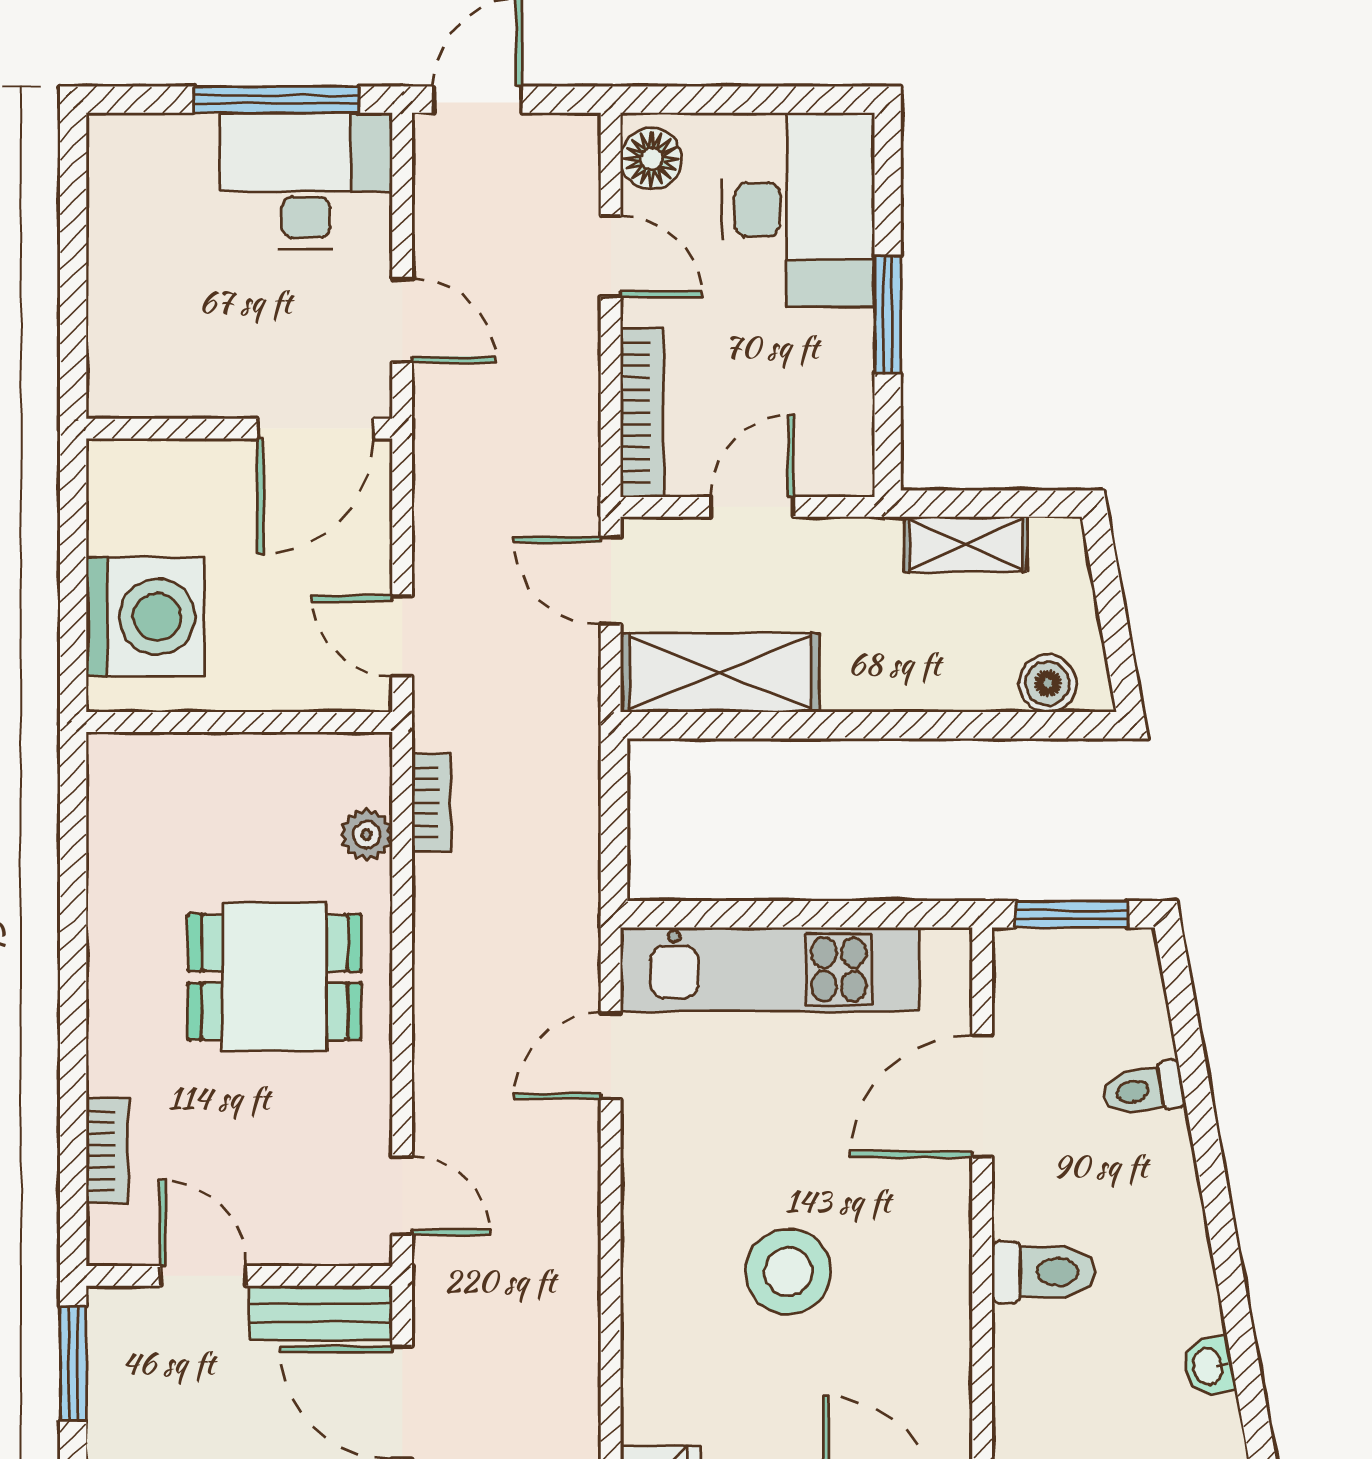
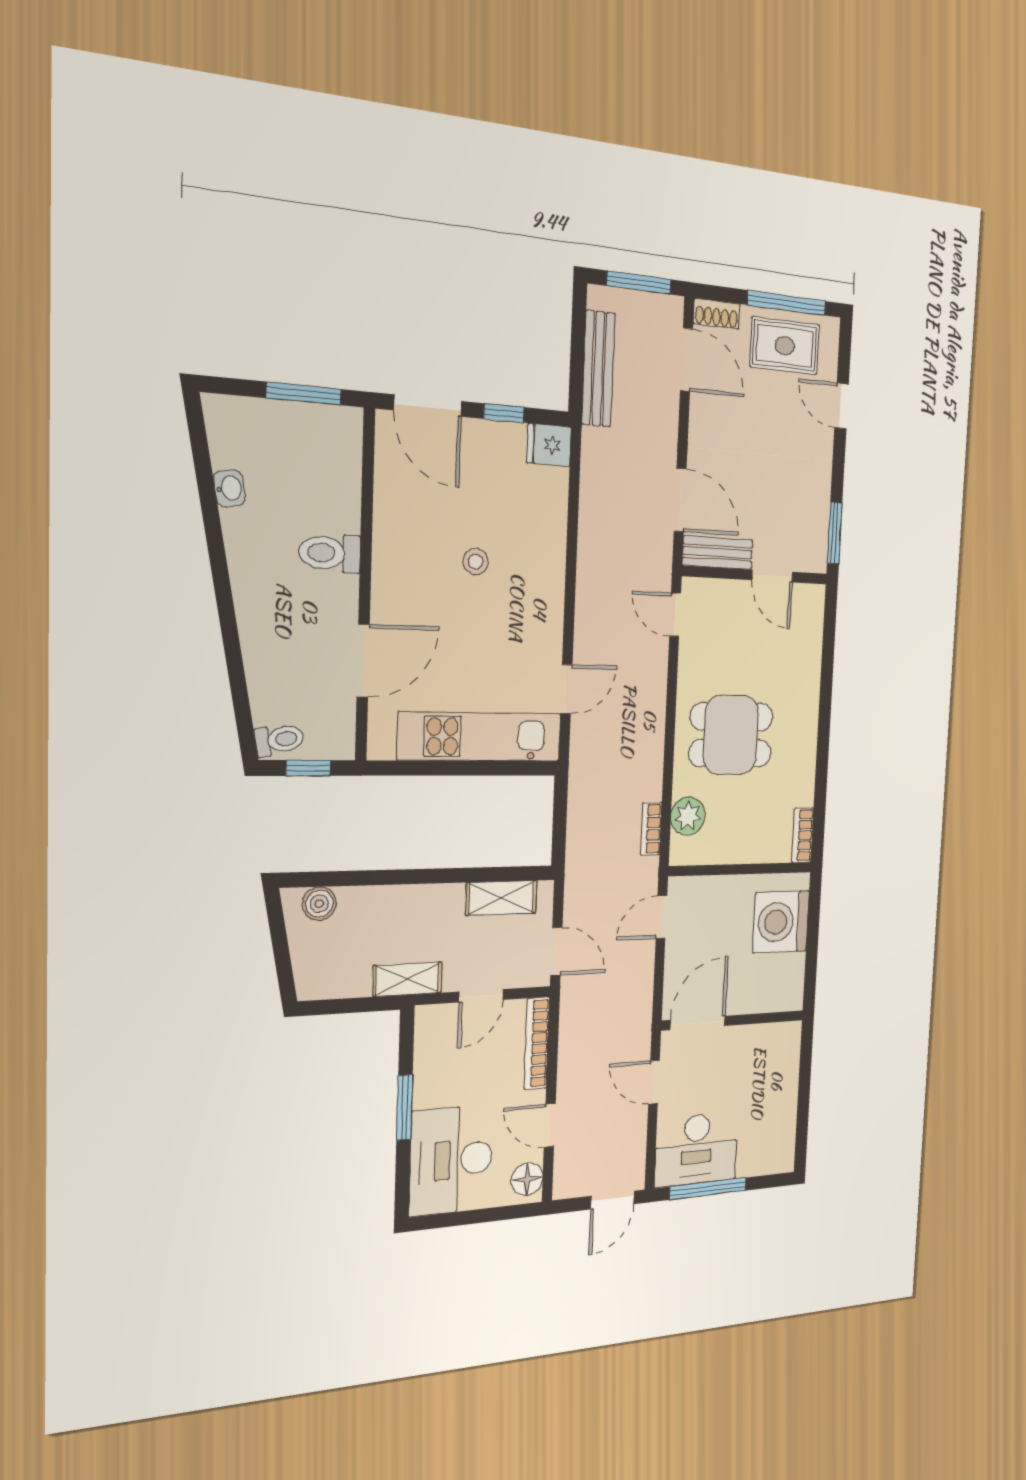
shelving: (966, 544) -> (407, 979), moved
door: (402, 636) -> (661, 917), swing flipped
shelving: (720, 673) -> (501, 898), width x0.67, depth x0.75
plant: (367, 834) -> (688, 816), width x1.38, depth x1.38
window: (1072, 914) -> (308, 768), width x0.67
toilet: (1143, 1089) -> (280, 740), moved
bookcase: (107, 1150) -> (803, 835), moved
stool: (788, 1272) -> (476, 562), width x0.53, depth x0.53

